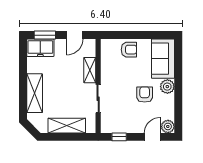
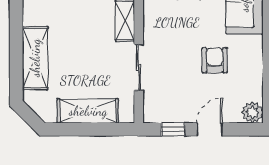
plant: (167, 87) -> (251, 47), removed
door: (152, 137) -> (210, 129), moved

